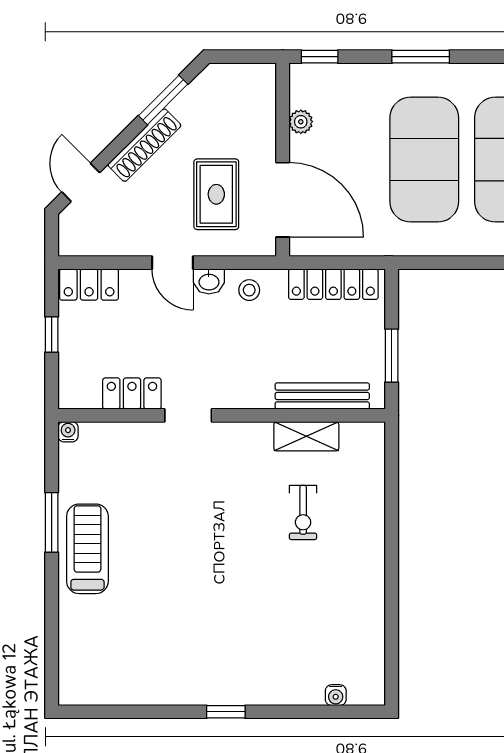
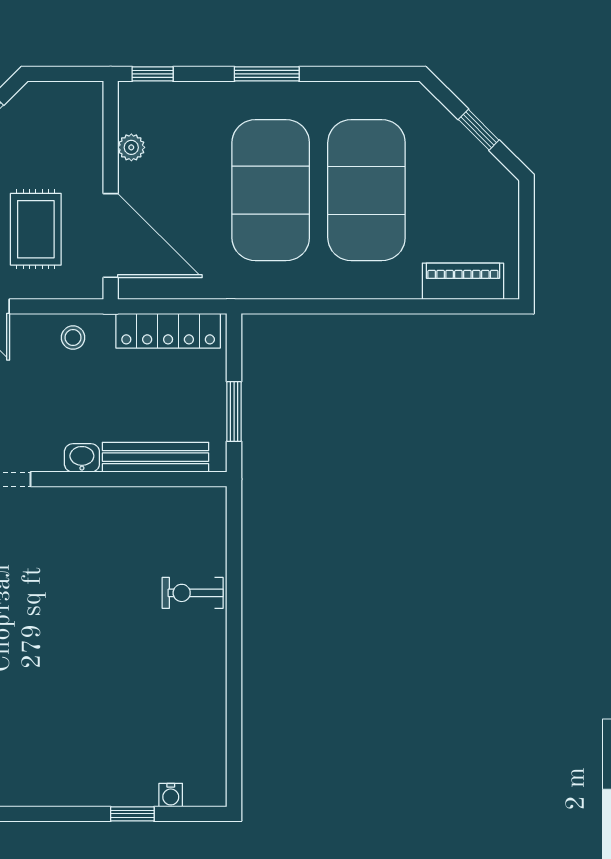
washbasin: (209, 281) -> (82, 458), moved, turned 180
shelving: (306, 436) -> (138, 503), removed
exercise bike: (303, 513) -> (193, 593), moved, turned 90
window: (226, 712) -> (132, 814), moved

